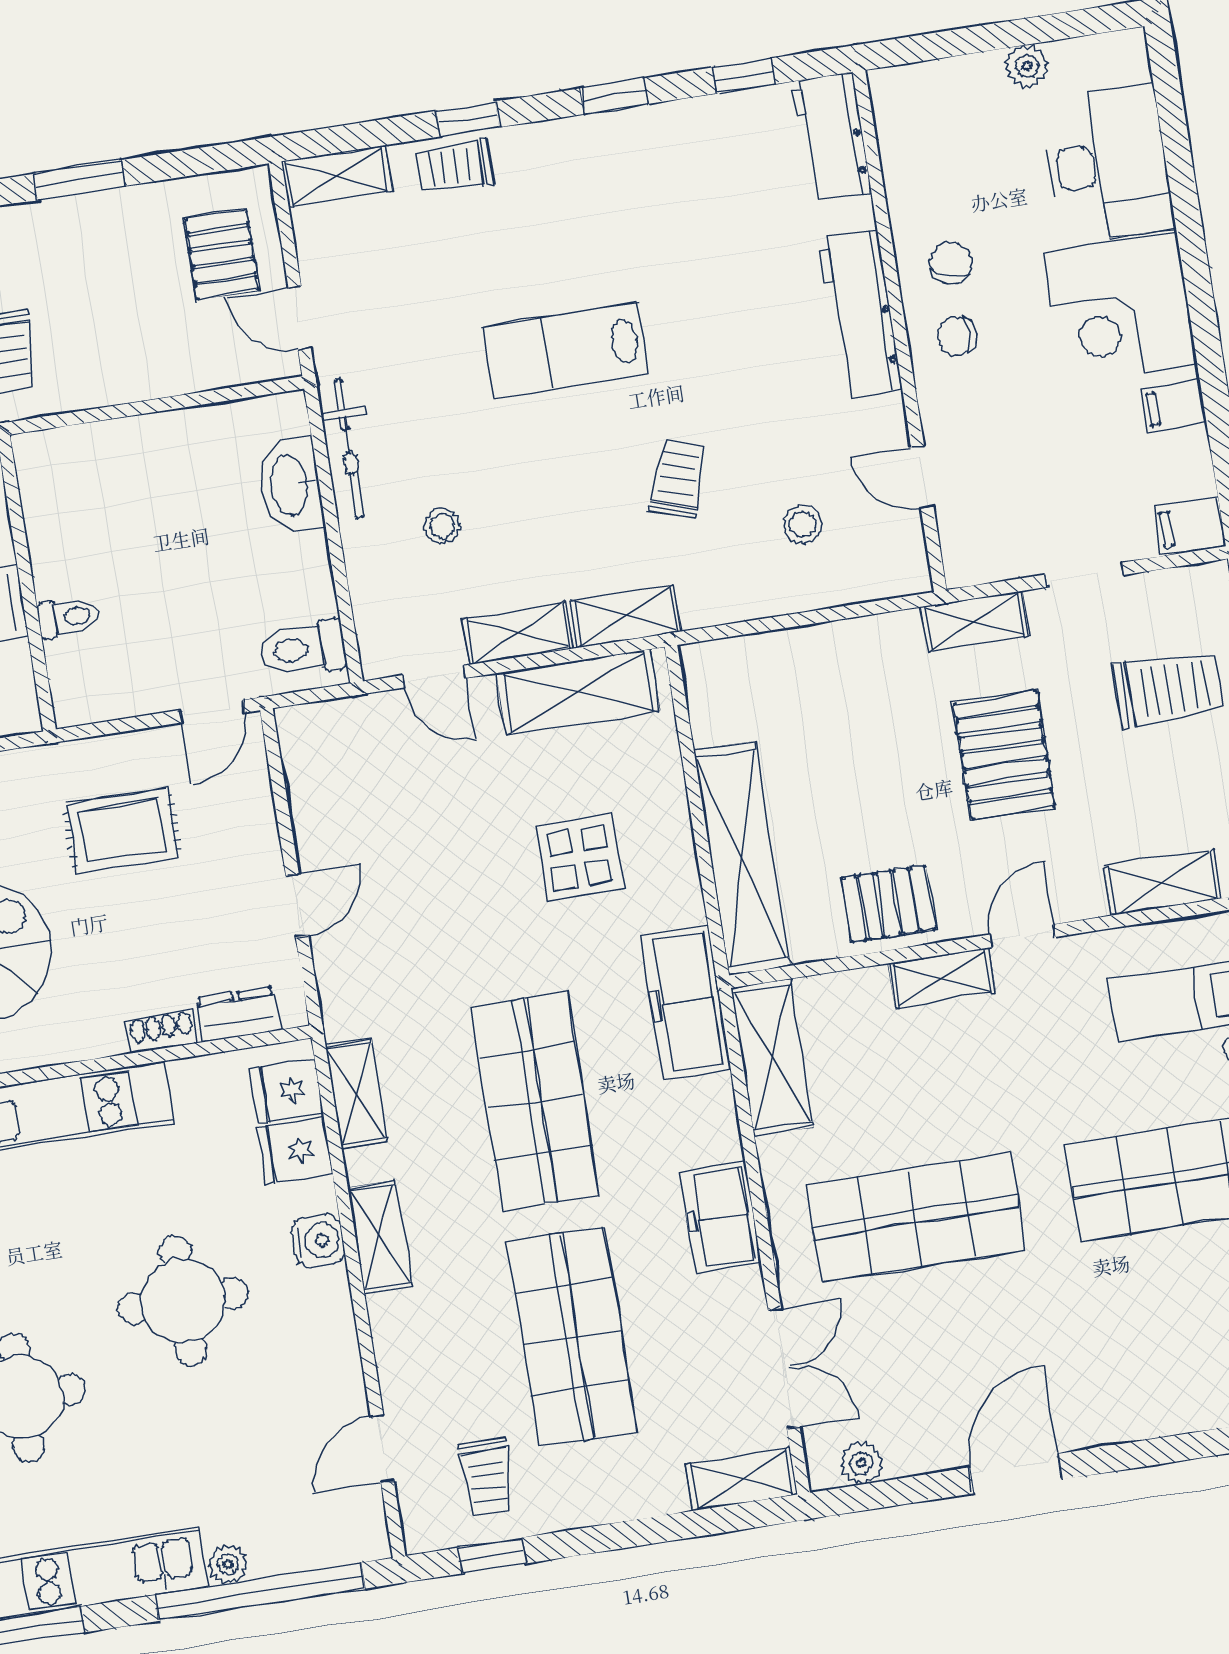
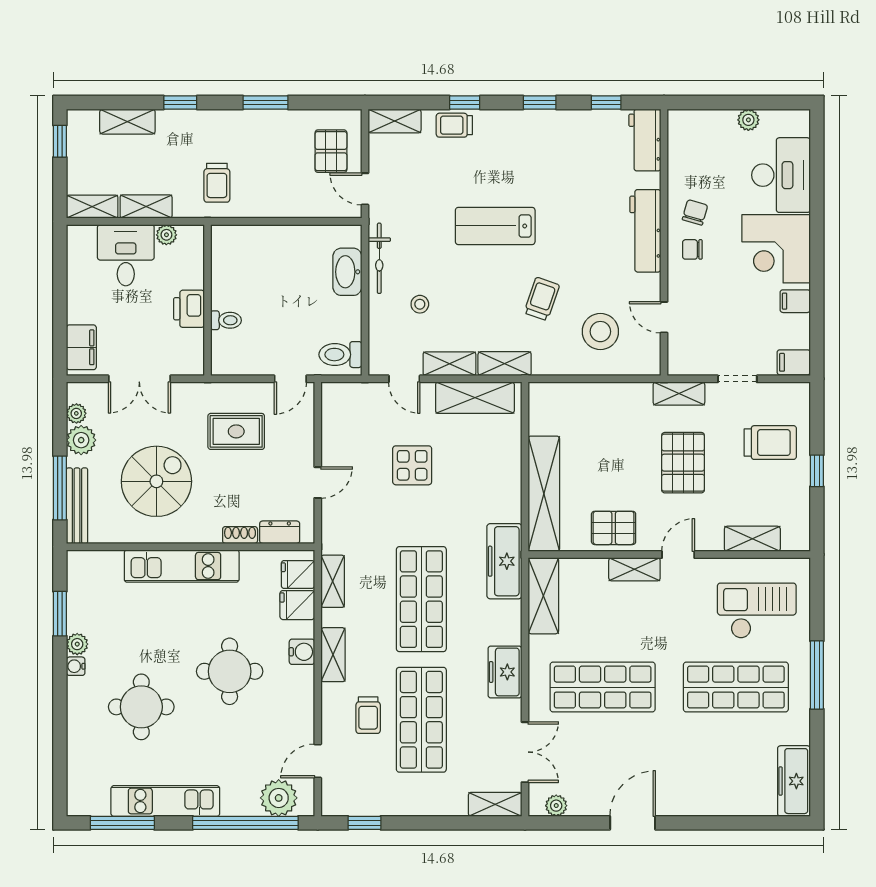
stool: (803, 524) -> (600, 332), width x1.89, depth x1.89
display table: (580, 857) -> (412, 465), moved
trolley: (487, 1477) -> (368, 715), moved
plant: (228, 1564) -> (279, 798), moved, width x1.87, depth x1.87

